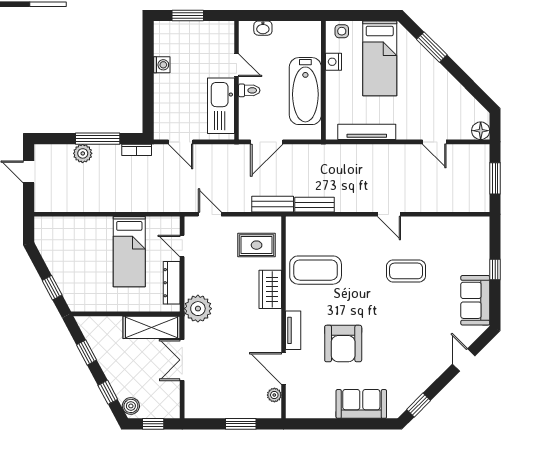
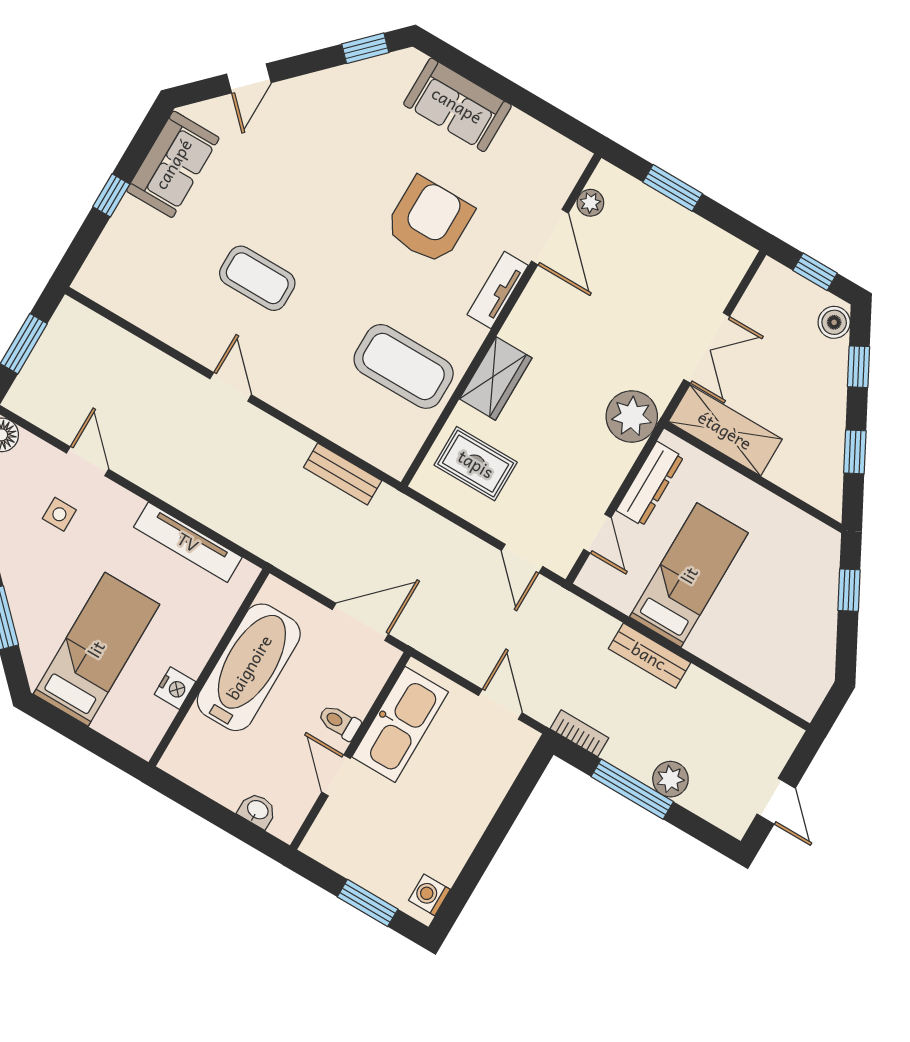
side table: (342, 31) -> (59, 514), moved
washing machine: (162, 65) -> (429, 895), moved
bench: (273, 204) -> (649, 656), moved

